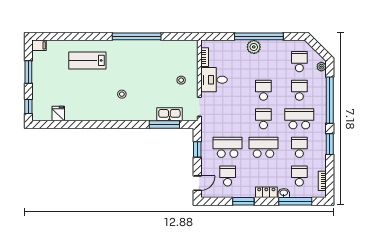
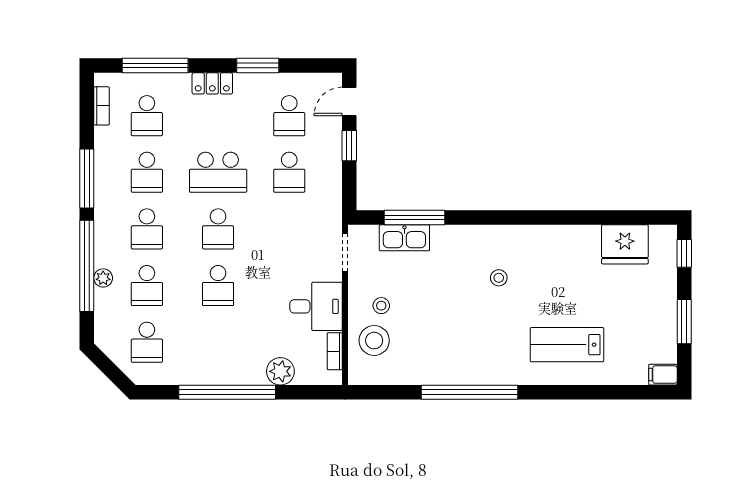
plant: (254, 47) -> (280, 371), moved
lab bench: (87, 60) -> (567, 345), turned 180
stool: (185, 62) -> (374, 341), added
plant: (321, 67) -> (103, 278), moved
fridge: (58, 114) -> (625, 244), width x1.88, depth x1.34
school desk: (299, 119) -> (147, 229), width x0.54
window: (330, 144) -> (87, 179), width x1.44
school desk: (228, 147) -> (289, 172), width x0.54
window: (197, 149) -> (349, 146), moved
washbasin: (284, 193) -> (178, 82), removed

